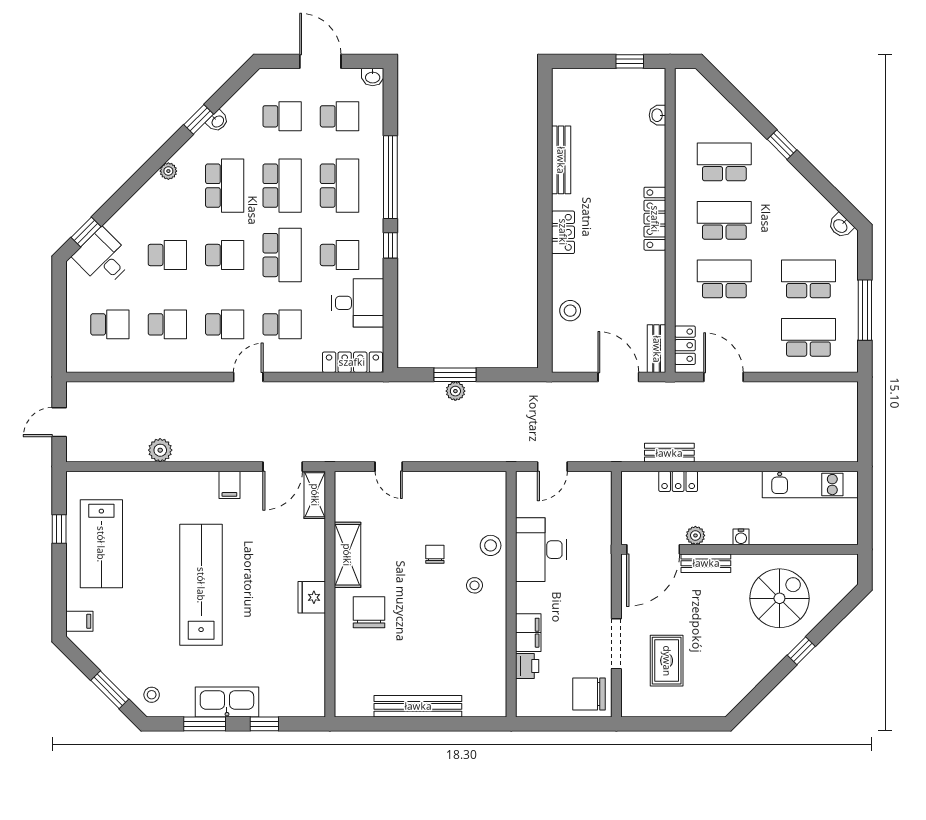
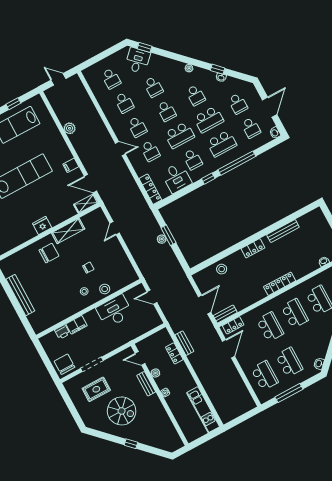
school desk: (225, 186) -> (196, 95), width x0.54
door: (653, 549) -> (140, 358), width x0.53
spiral stairs: (779, 598) -> (122, 411), moved

